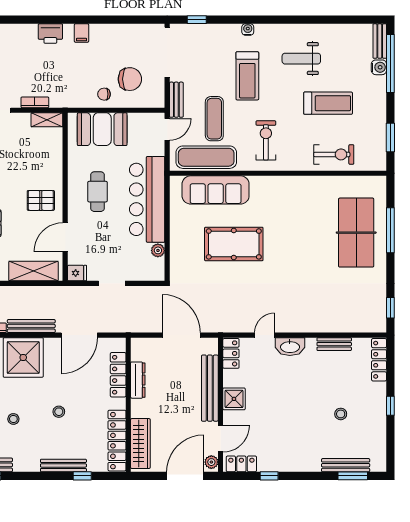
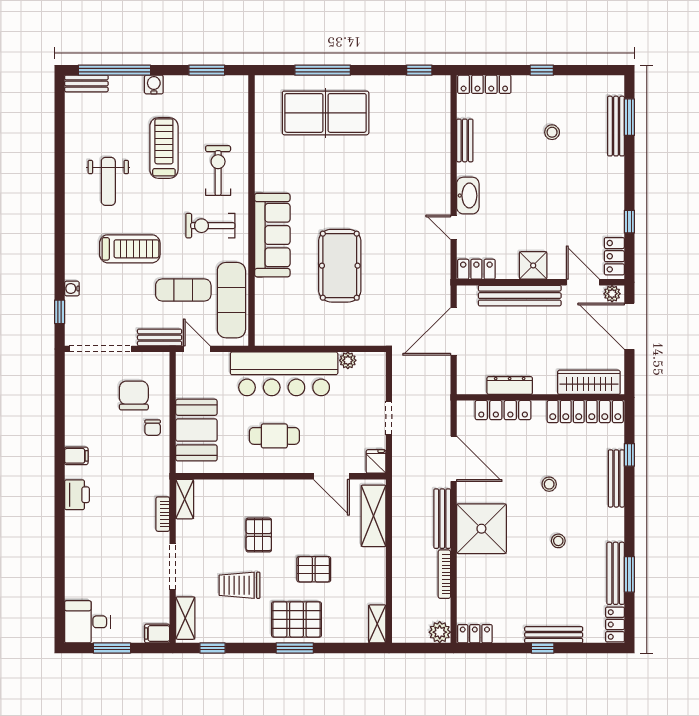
water cooler: (248, 29) -> (72, 289), moved
water cooler: (379, 67) -> (154, 85), moved
exercise bike: (334, 154) -> (218, 171), moved
sofa: (216, 190) -> (272, 235), moved
pallet: (41, 200) -> (259, 535), moved

